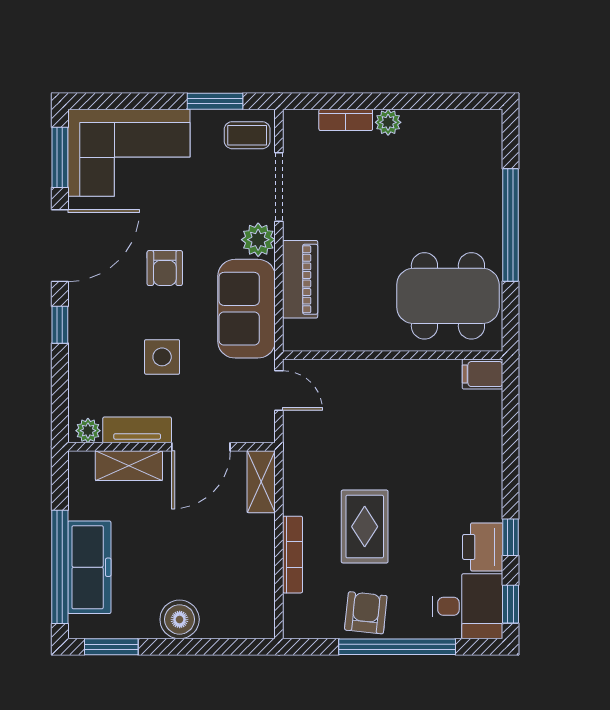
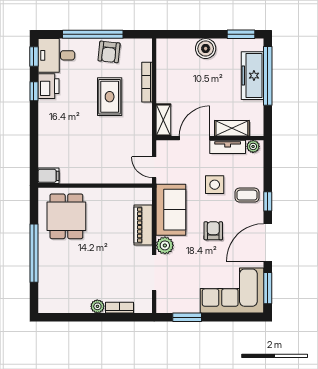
coffee table: (247, 135) -> (247, 195), moved
dining table: (448, 296) -> (66, 216), width x0.73

